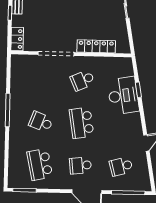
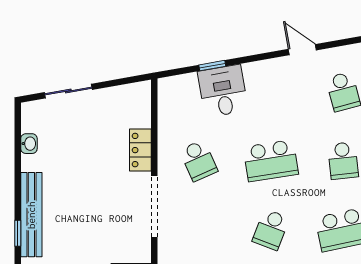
locker: (96, 46) -> (140, 150), width x0.66
desk: (123, 96) -> (223, 91), width x0.73

